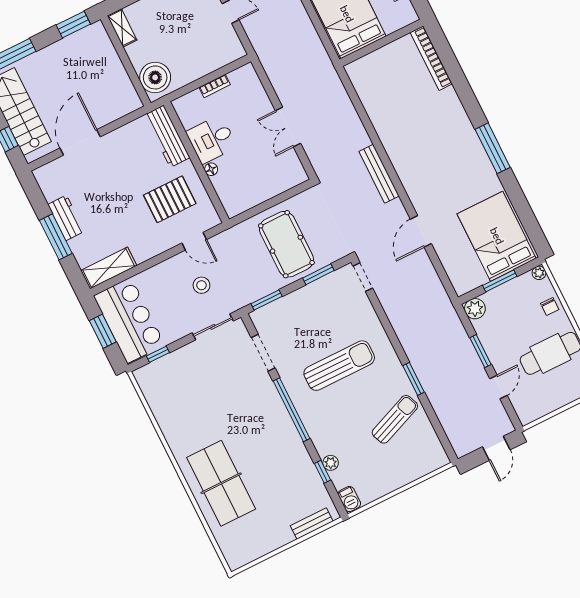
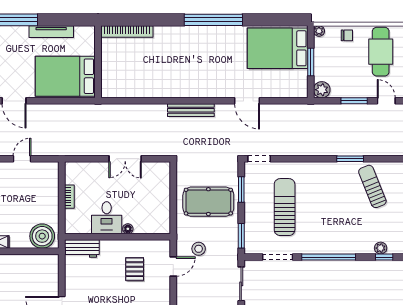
workbench: (167, 136) -> (82, 249), width x0.73
window: (493, 148) -> (213, 20), width x1.46
pallet: (170, 199) -> (135, 269), width x0.67, depth x0.71
stool: (201, 285) -> (199, 249), moved
sun lounger: (339, 366) -> (285, 207), moved

